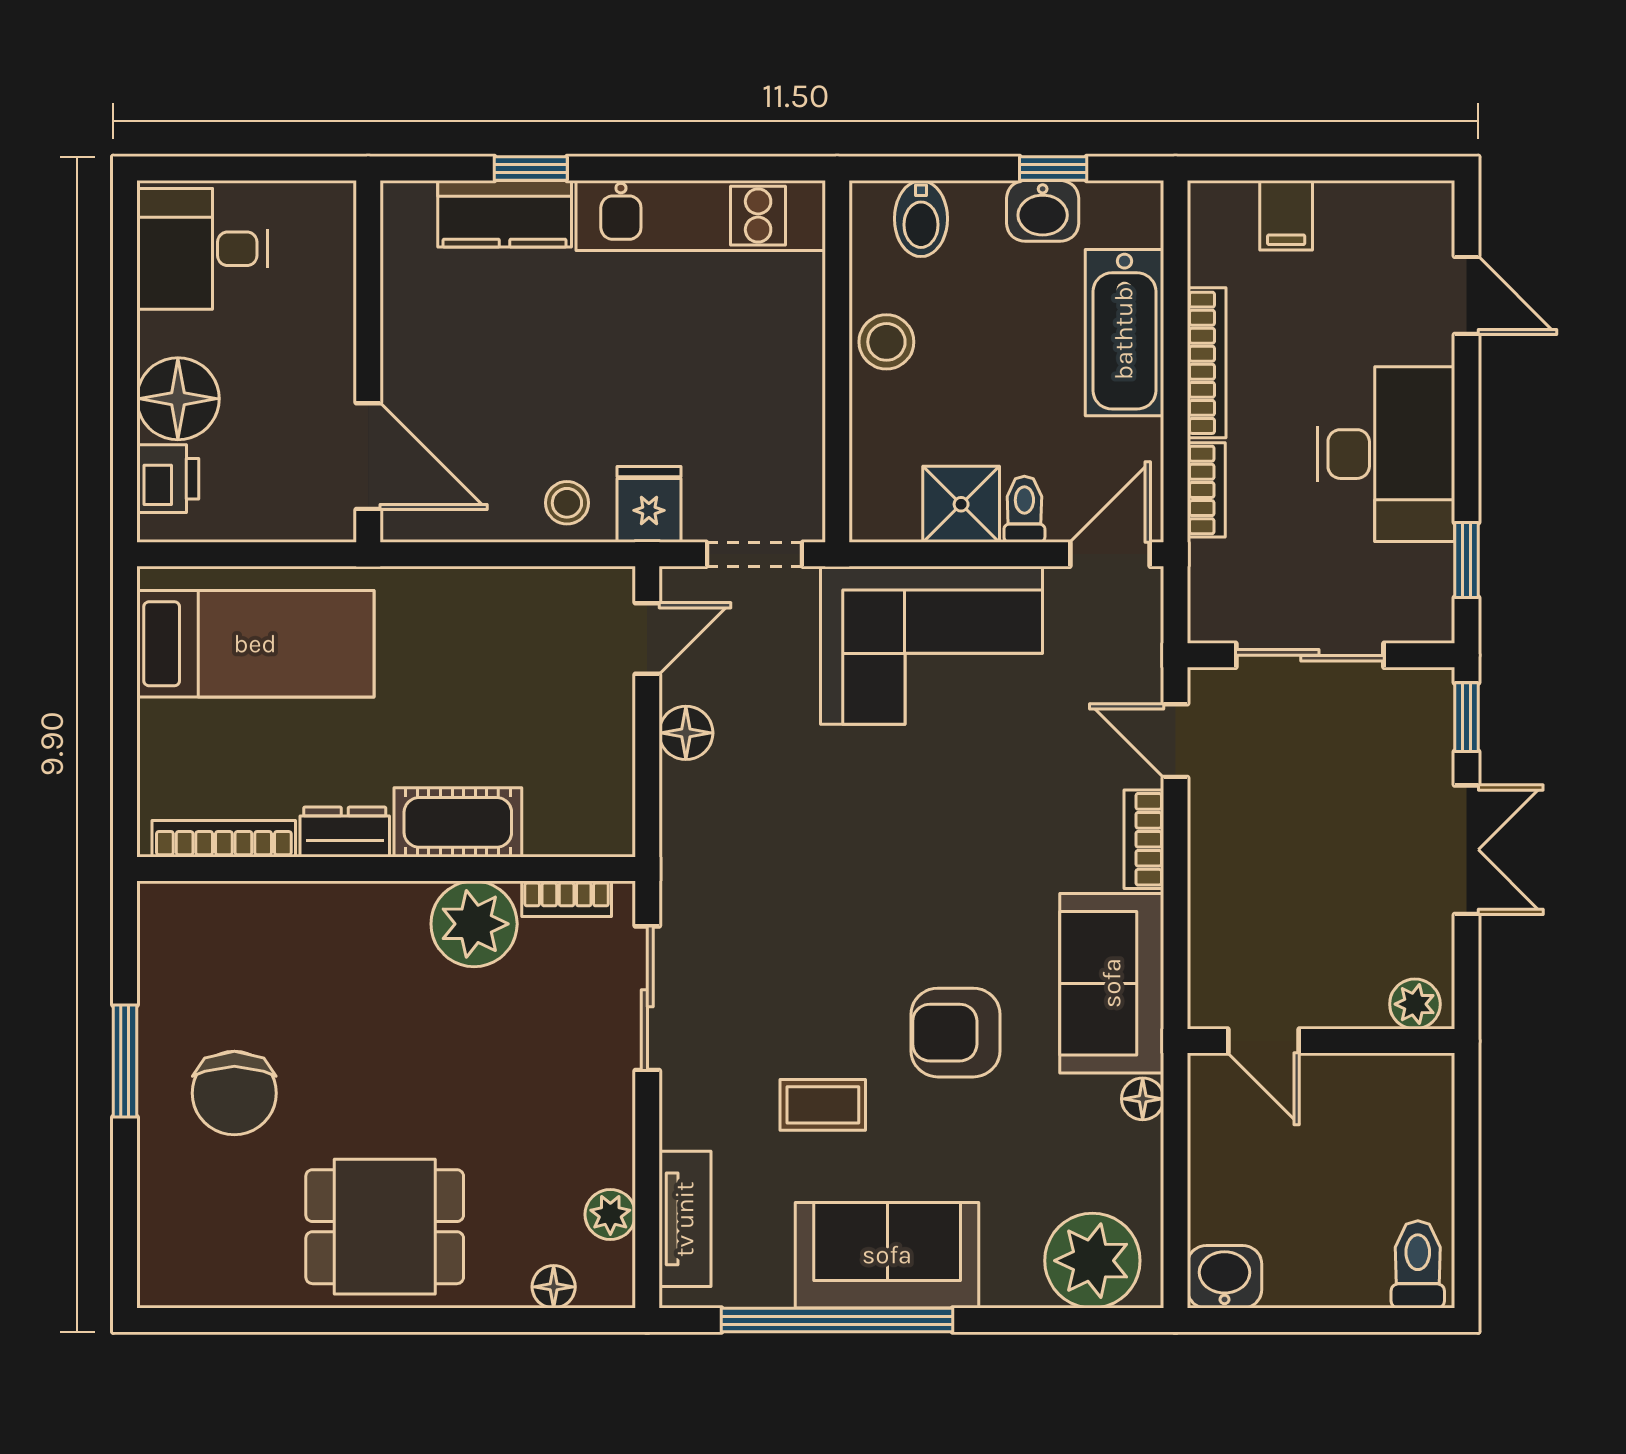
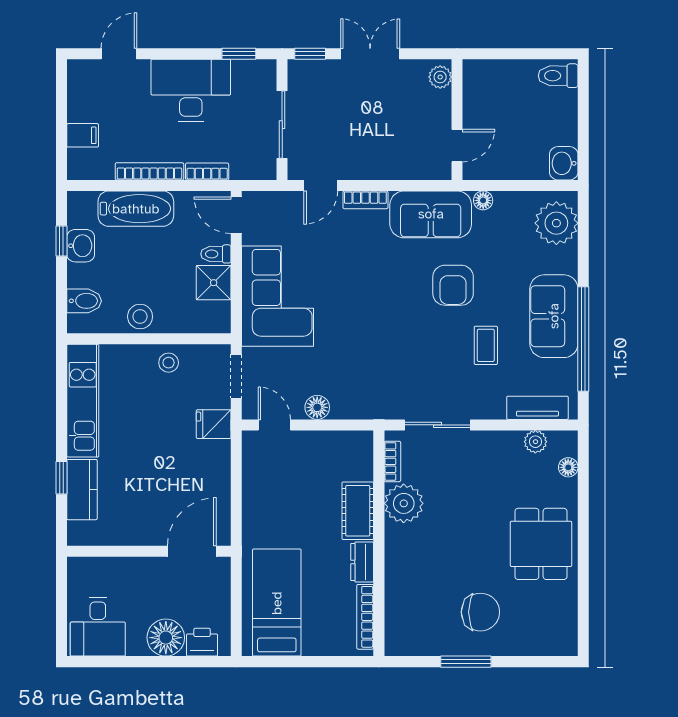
stool: (567, 503) -> (169, 363), moved

